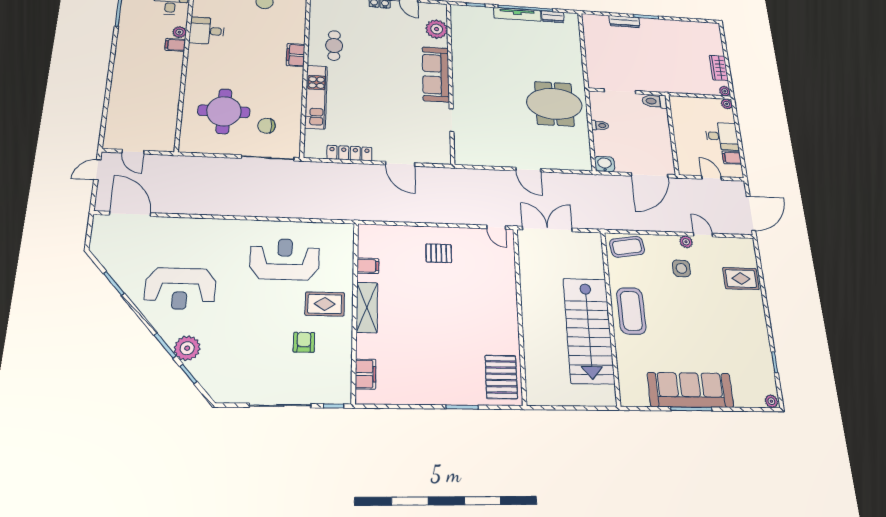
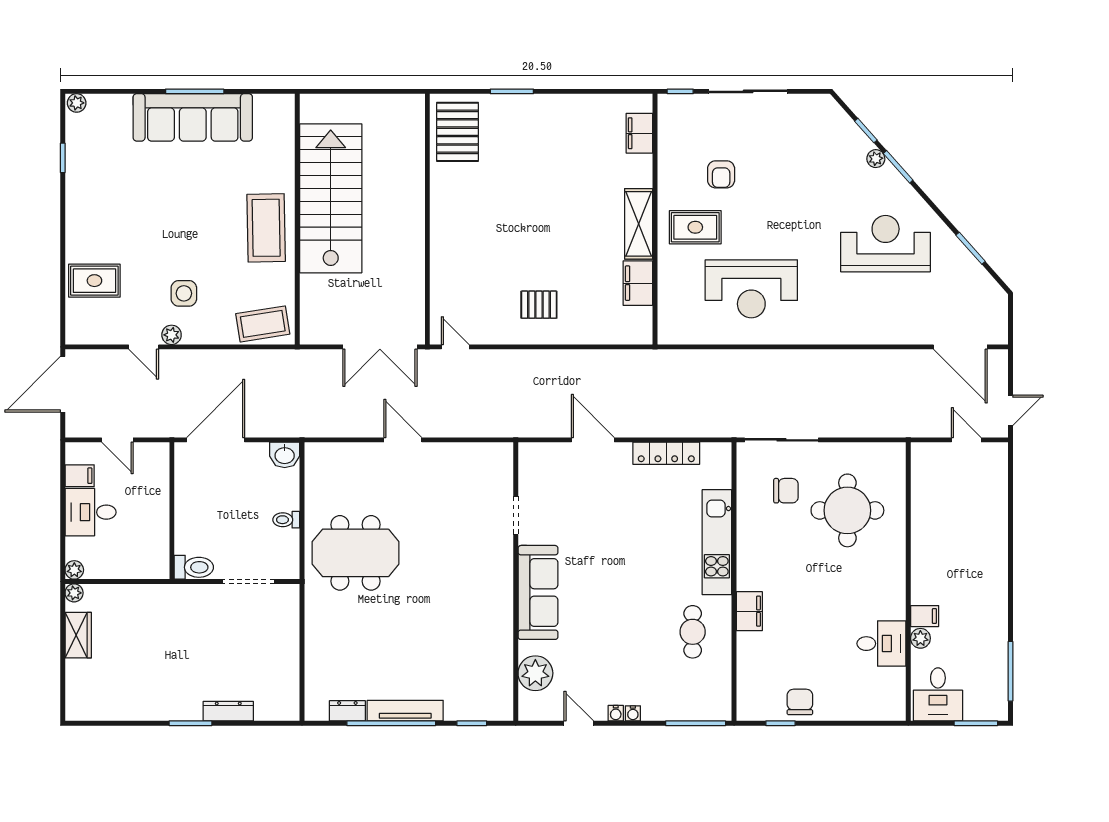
filing cabinet: (368, 266) -> (638, 283), width x2.00
plant: (187, 348) -> (876, 159), width x0.53, depth x0.53

